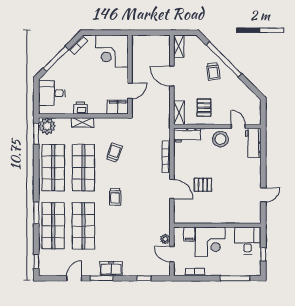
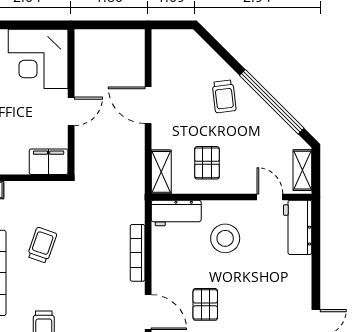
shelving: (179, 46) -> (302, 170), moved
window: (224, 59) -> (272, 102), moved
door: (130, 91) -> (71, 111), moved
stool: (220, 139) -> (225, 238), moved
pallet: (203, 185) -> (205, 304), turned 90

